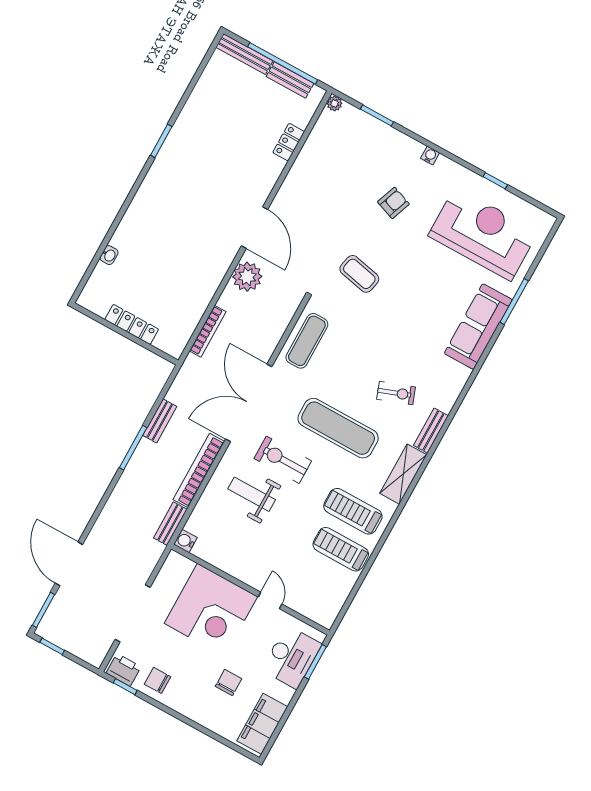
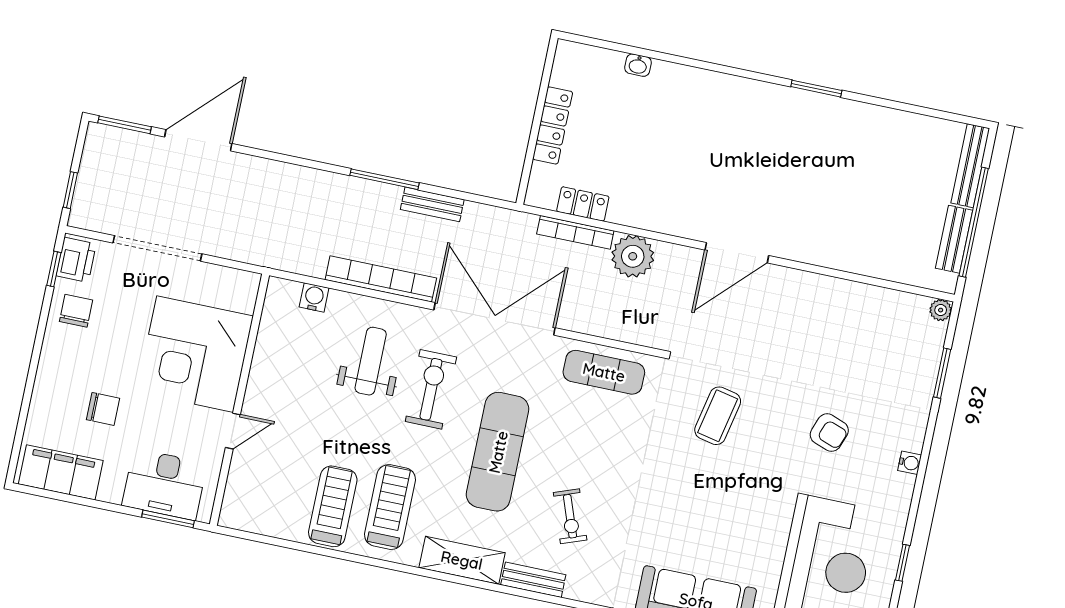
locker: (289, 142) -> (583, 204), moved
plant: (247, 277) -> (633, 256), moved
bench: (170, 524) -> (296, 262), removed
water cooler: (185, 541) -> (314, 297), moved
window: (52, 646) -> (70, 190), moved

